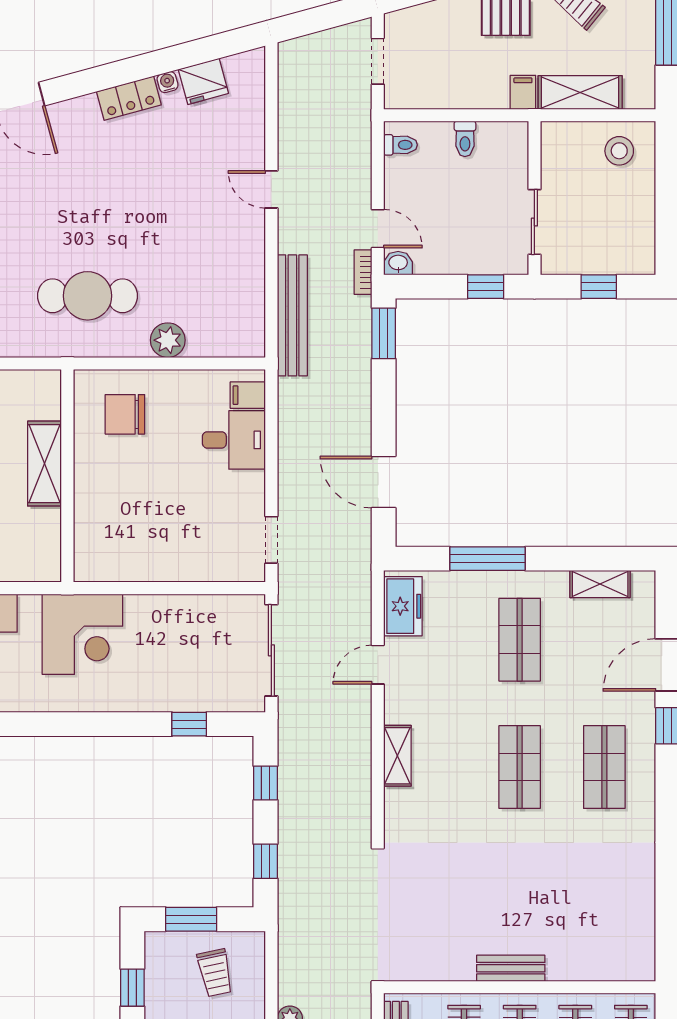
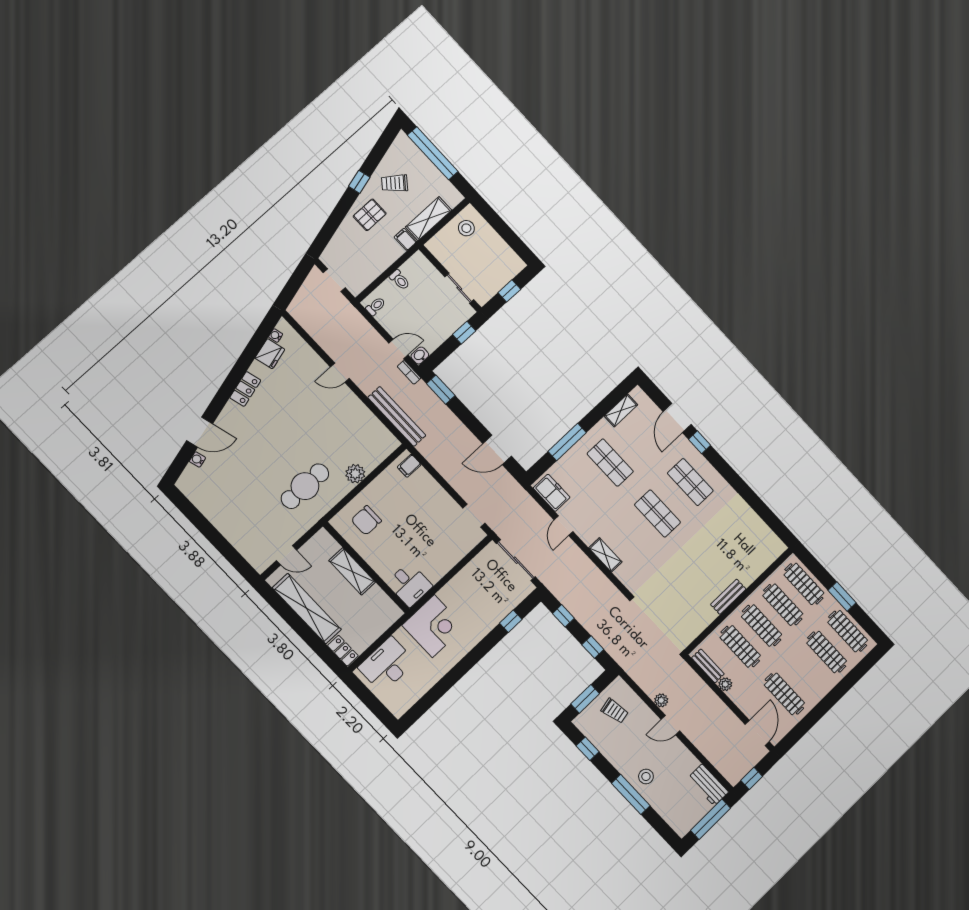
water cooler: (168, 82) -> (276, 336), moved
desk: (234, 440) -> (410, 584), moved, turned 90

